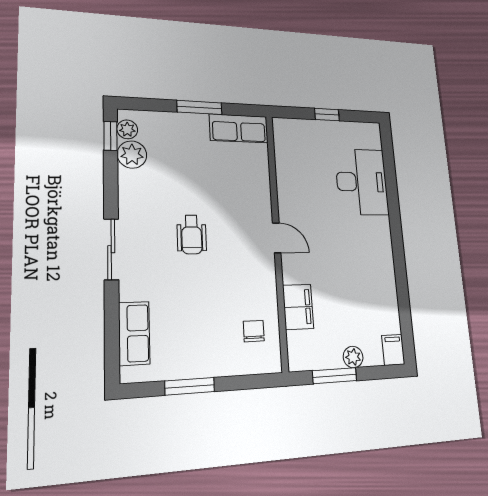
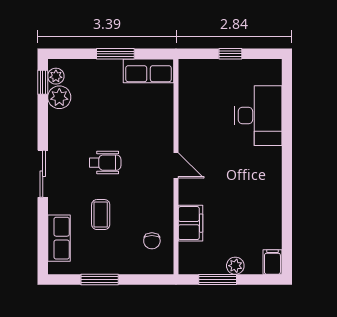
wheelchair: (192, 235) -> (105, 163), turned -90
coffee table: (188, 300) -> (101, 215), added
chair: (254, 331) -> (152, 241), turned 180

